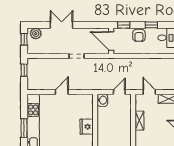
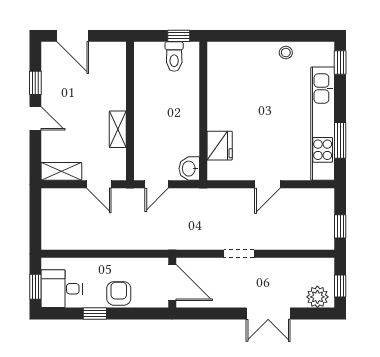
window: (124, 25) -> (148, 314), removed
fridge: (87, 127) -> (220, 146), moved
window: (24, 128) -> (340, 140), moved

